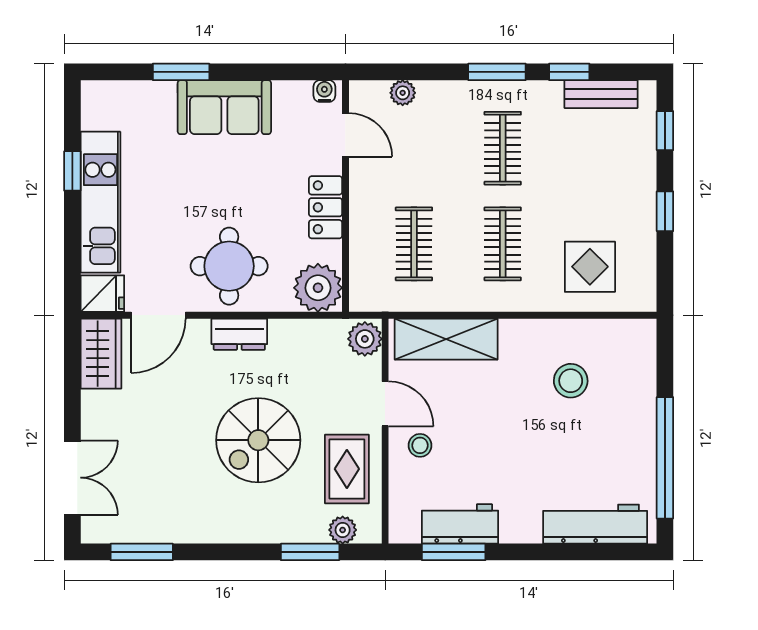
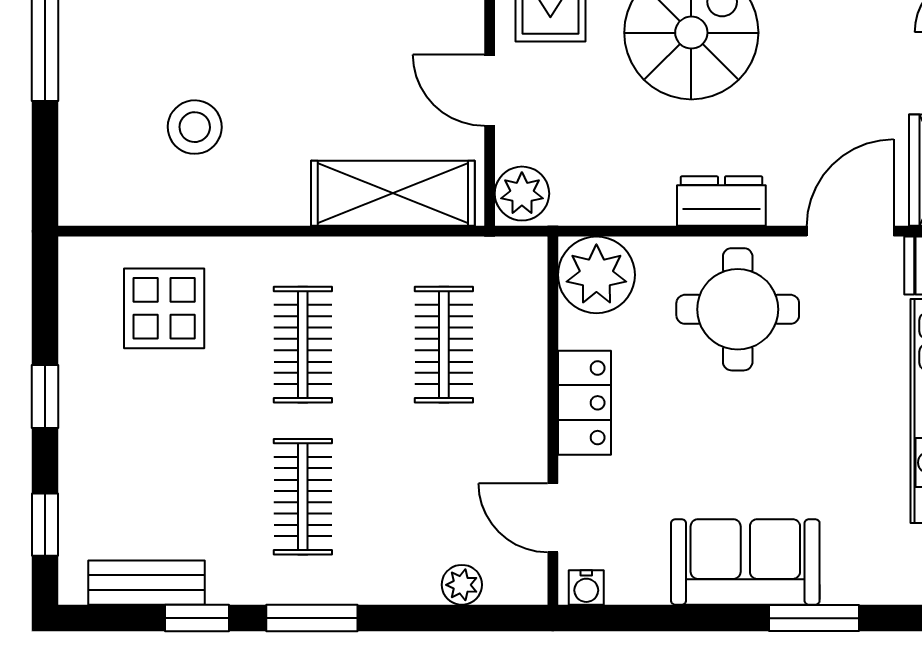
stool: (420, 445) -> (434, 24), removed

